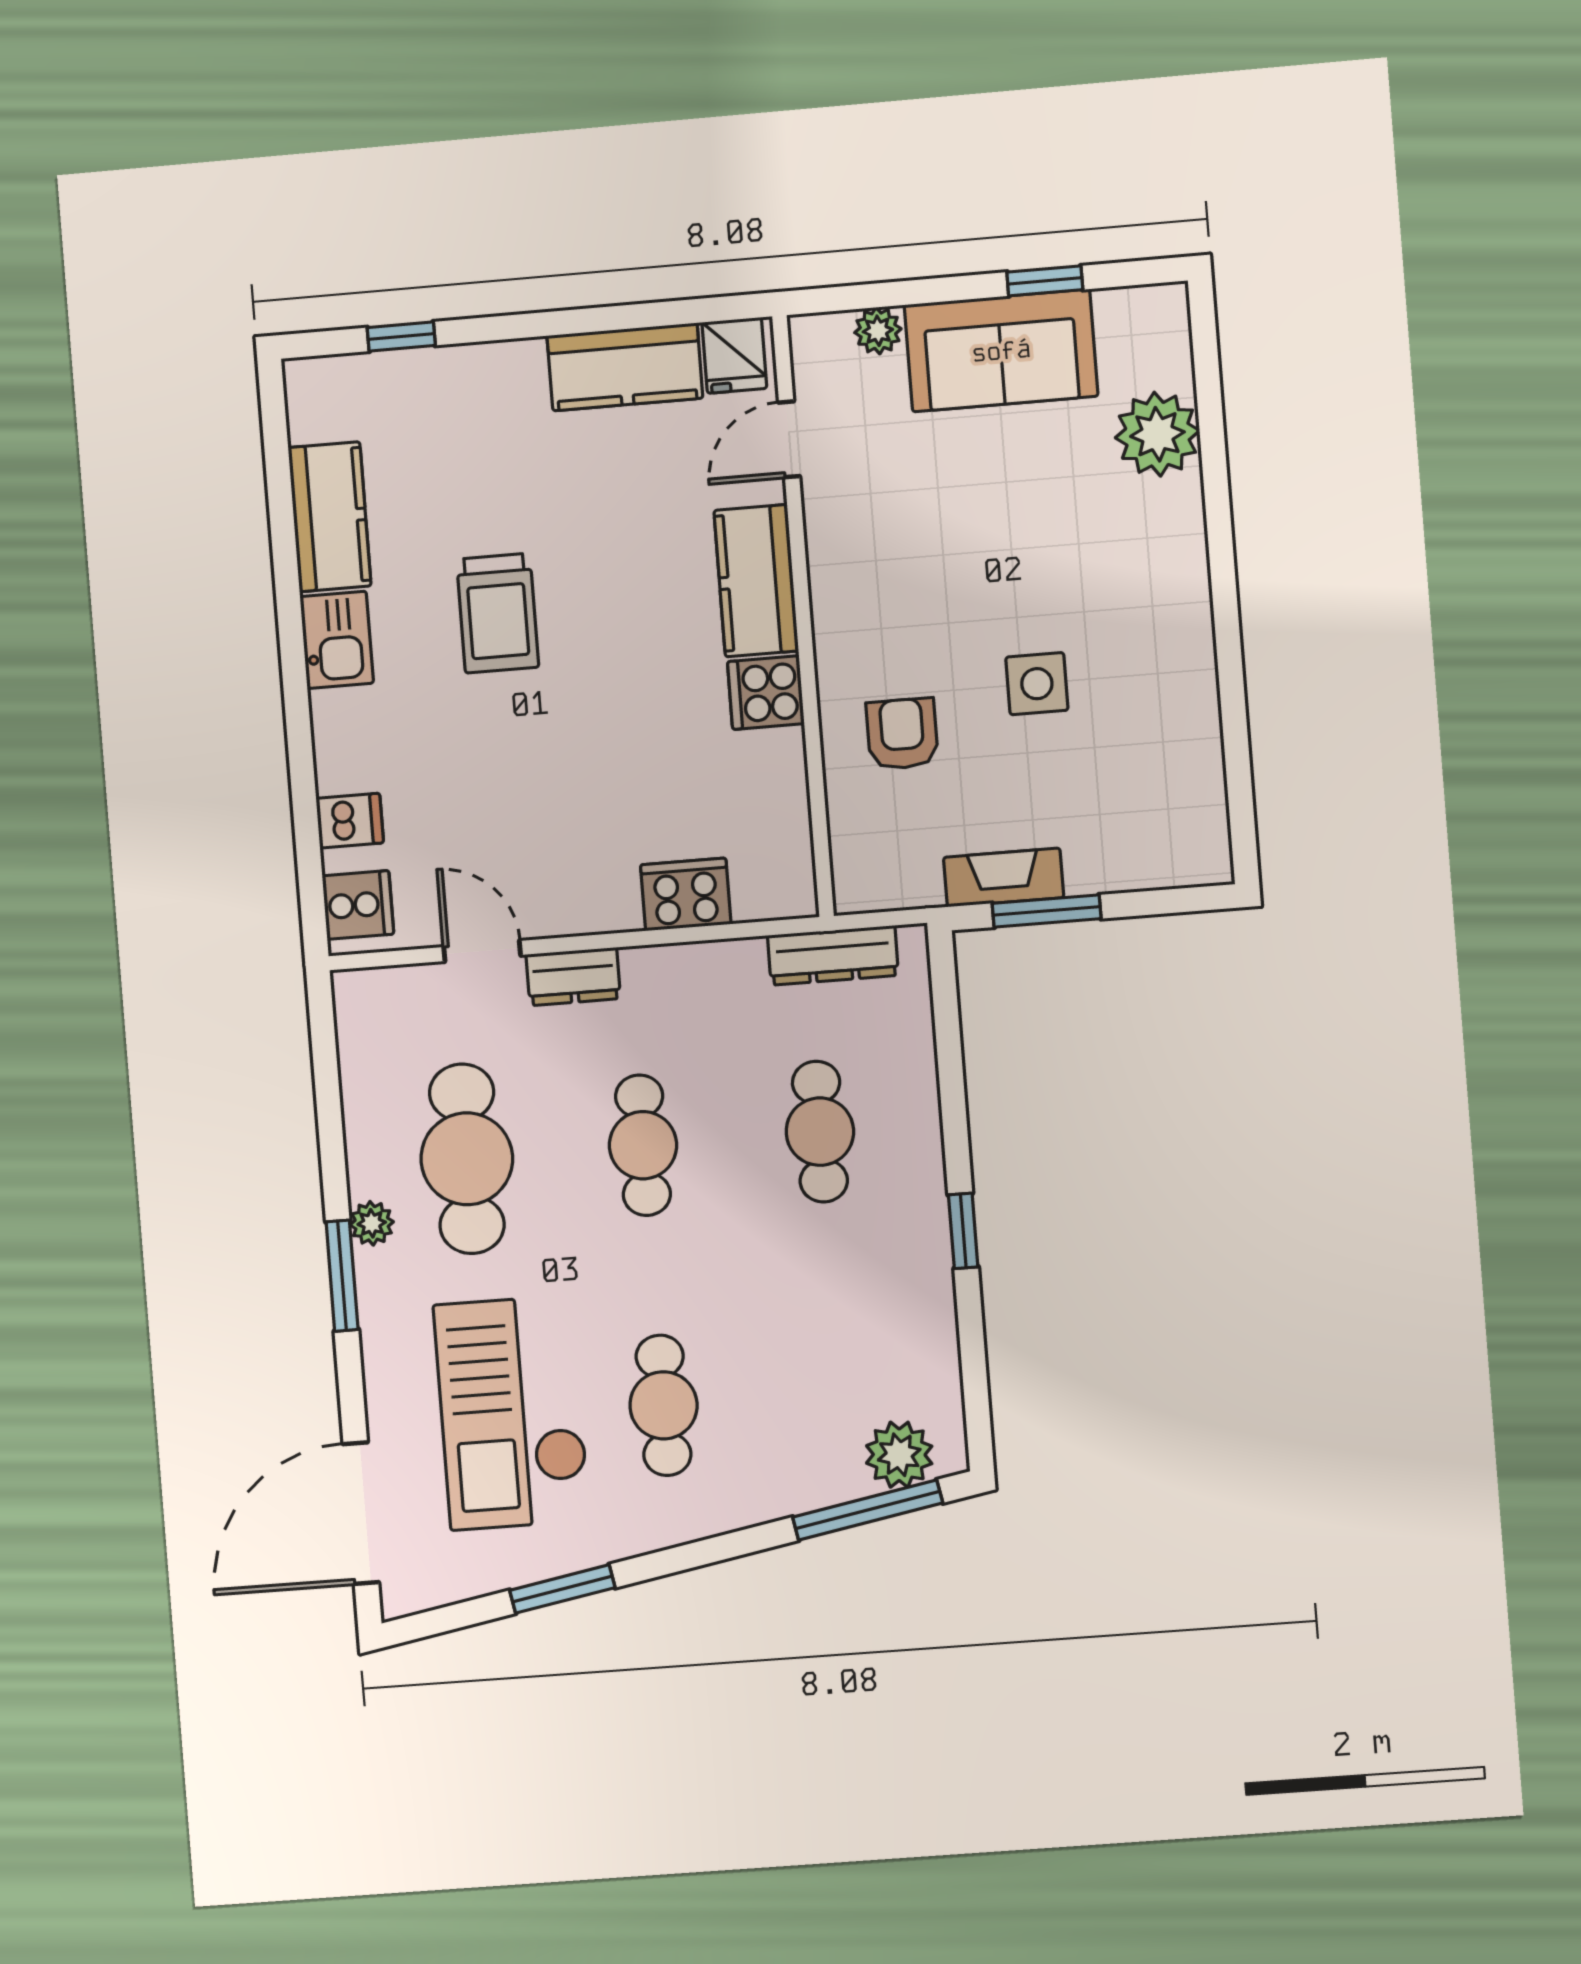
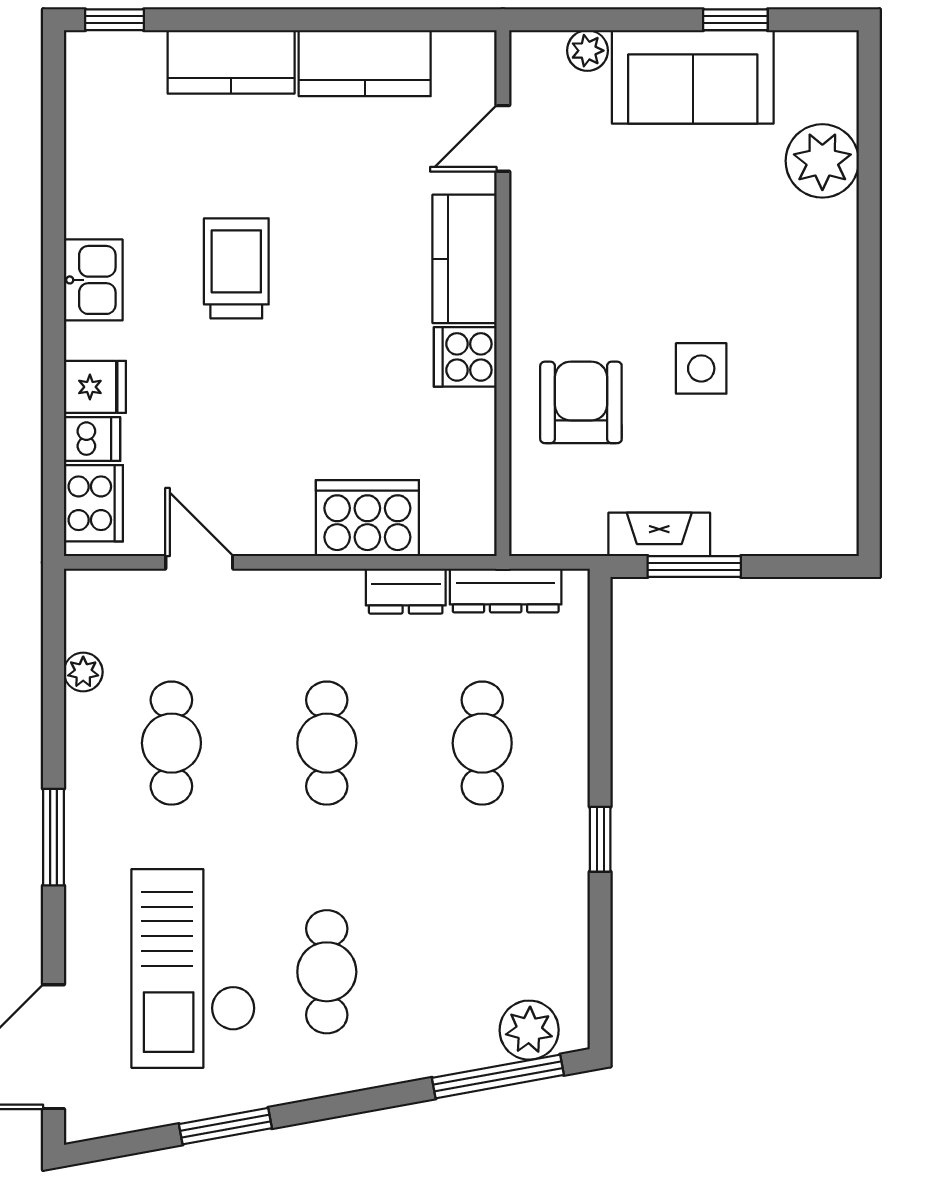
window: (401, 337) -> (114, 20), moved
fridge: (734, 355) -> (95, 387), moved, turned -90
kitchen counter: (330, 517) -> (231, 62), moved, turned 90
trolley: (498, 613) -> (236, 268), turned 180
armchair: (902, 734) -> (581, 402), width x1.38, depth x1.38
cooker: (686, 894) -> (367, 518), width x1.37, depth x1.31
cooker: (358, 905) -> (93, 503), width x1.36
dresser: (573, 977) -> (406, 591), moved
cafe table: (467, 1159) -> (171, 743), width x0.73, depth x0.74
plant: (372, 1223) -> (83, 672), moved

